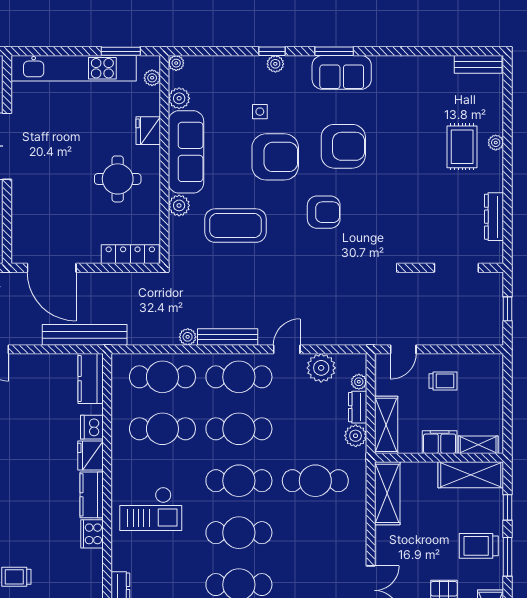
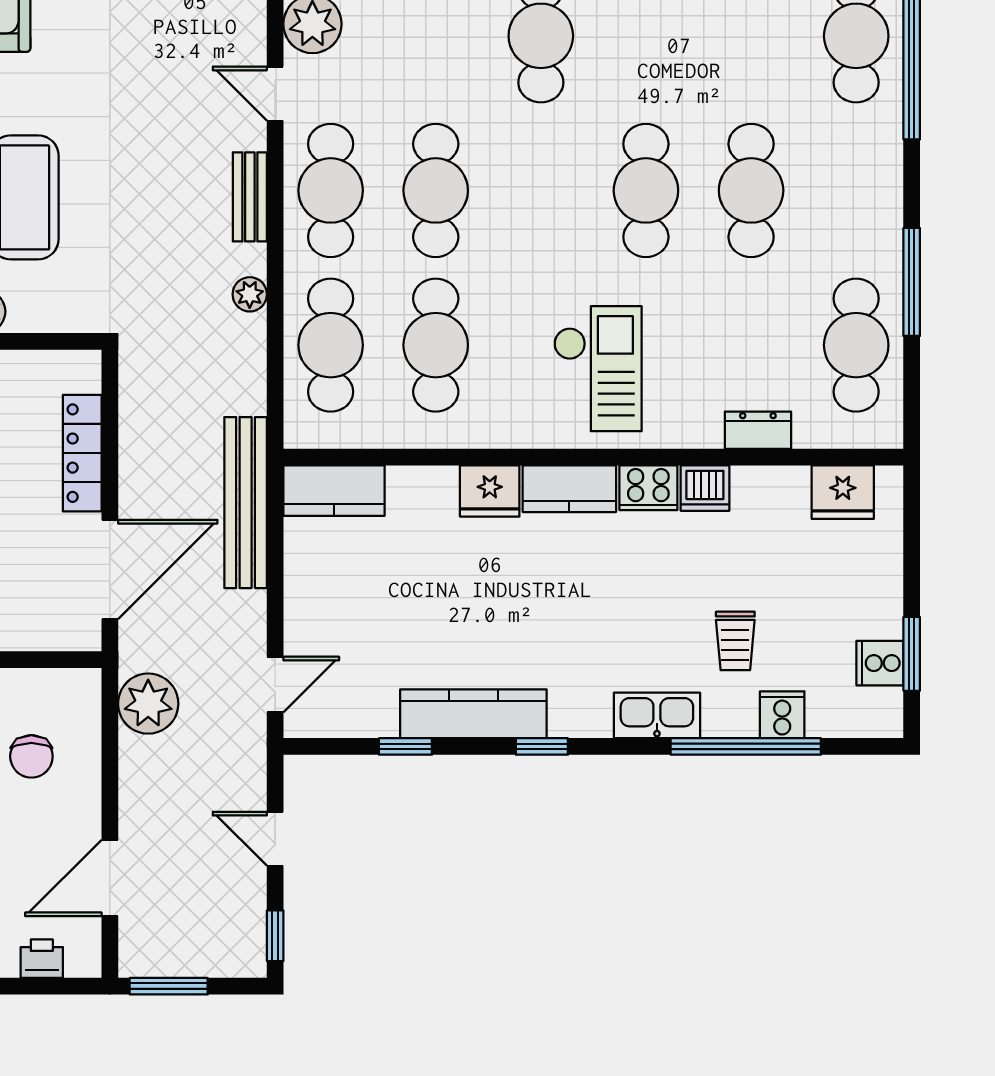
locker: (130, 254) -> (82, 453), moved
bench: (228, 337) -> (250, 197), width x0.73
dishwasher: (92, 427) -> (705, 488), moved
cafe table: (239, 481) -> (541, 190), removed

